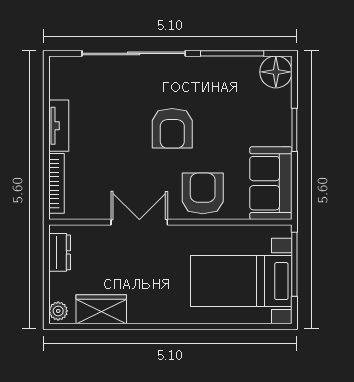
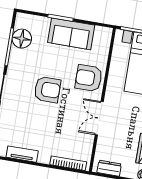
floor lamp: (276, 72) -> (22, 39), moved
tv unit: (59, 126) -> (22, 154), moved
sofa: (271, 183) -> (71, 34), moved

